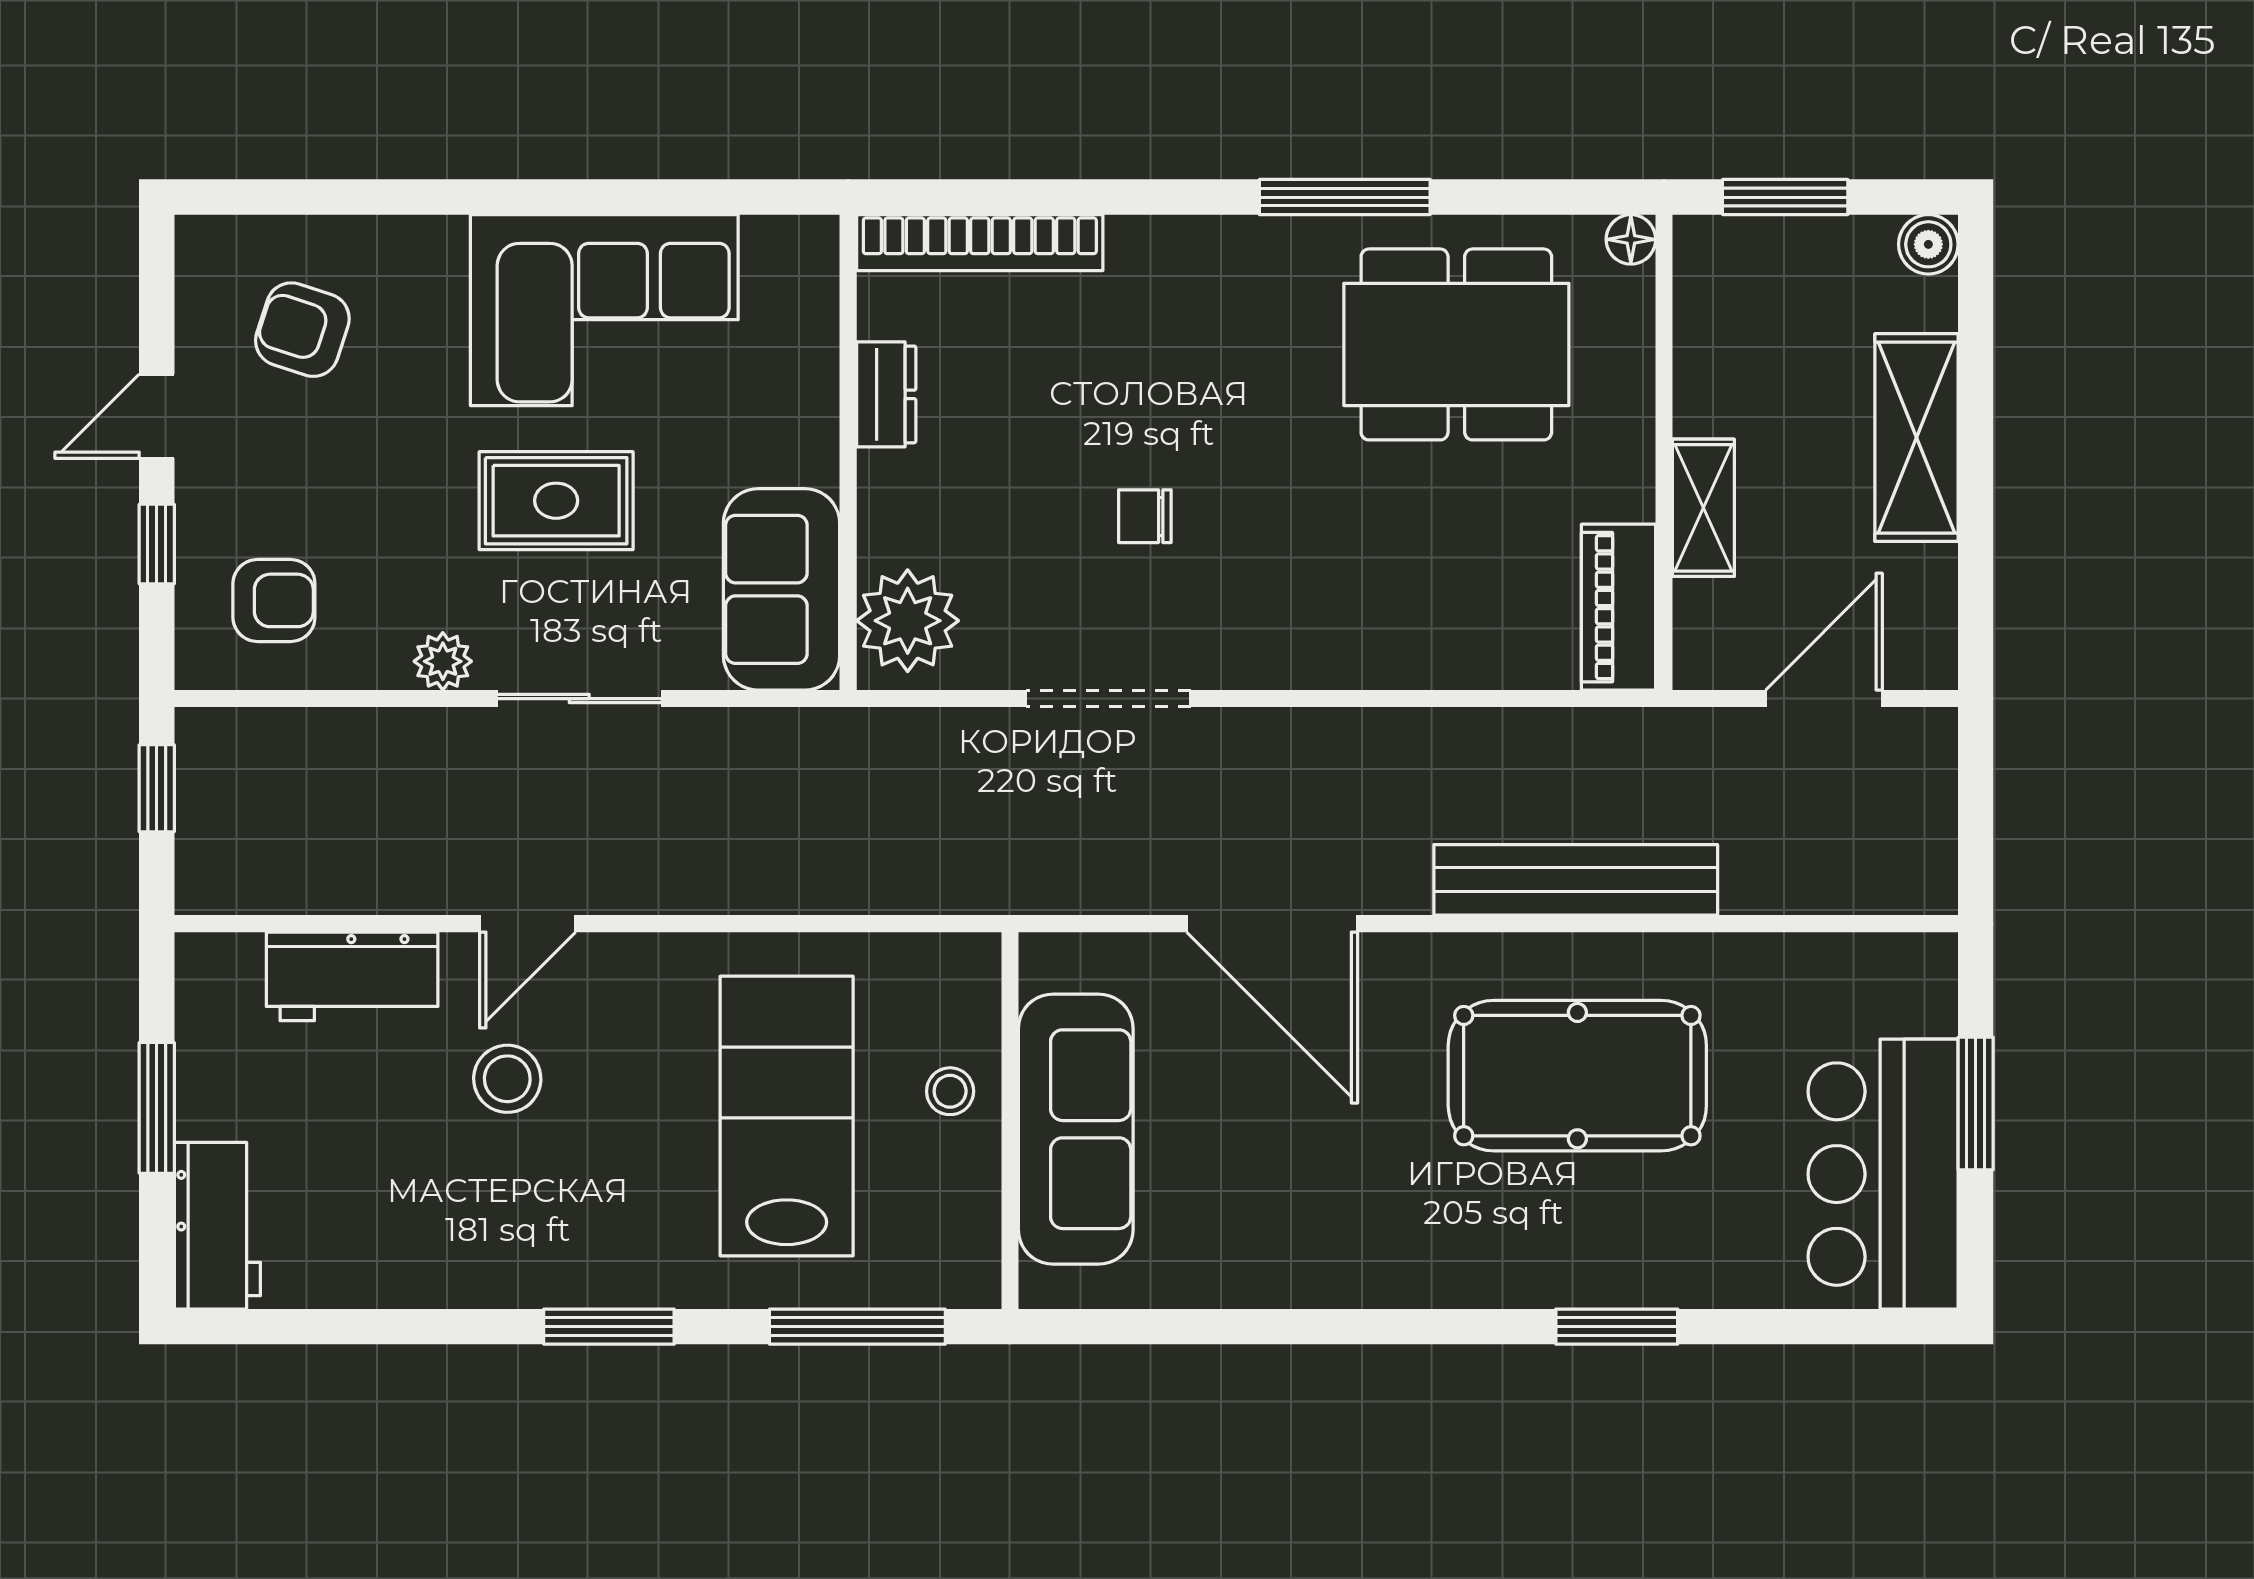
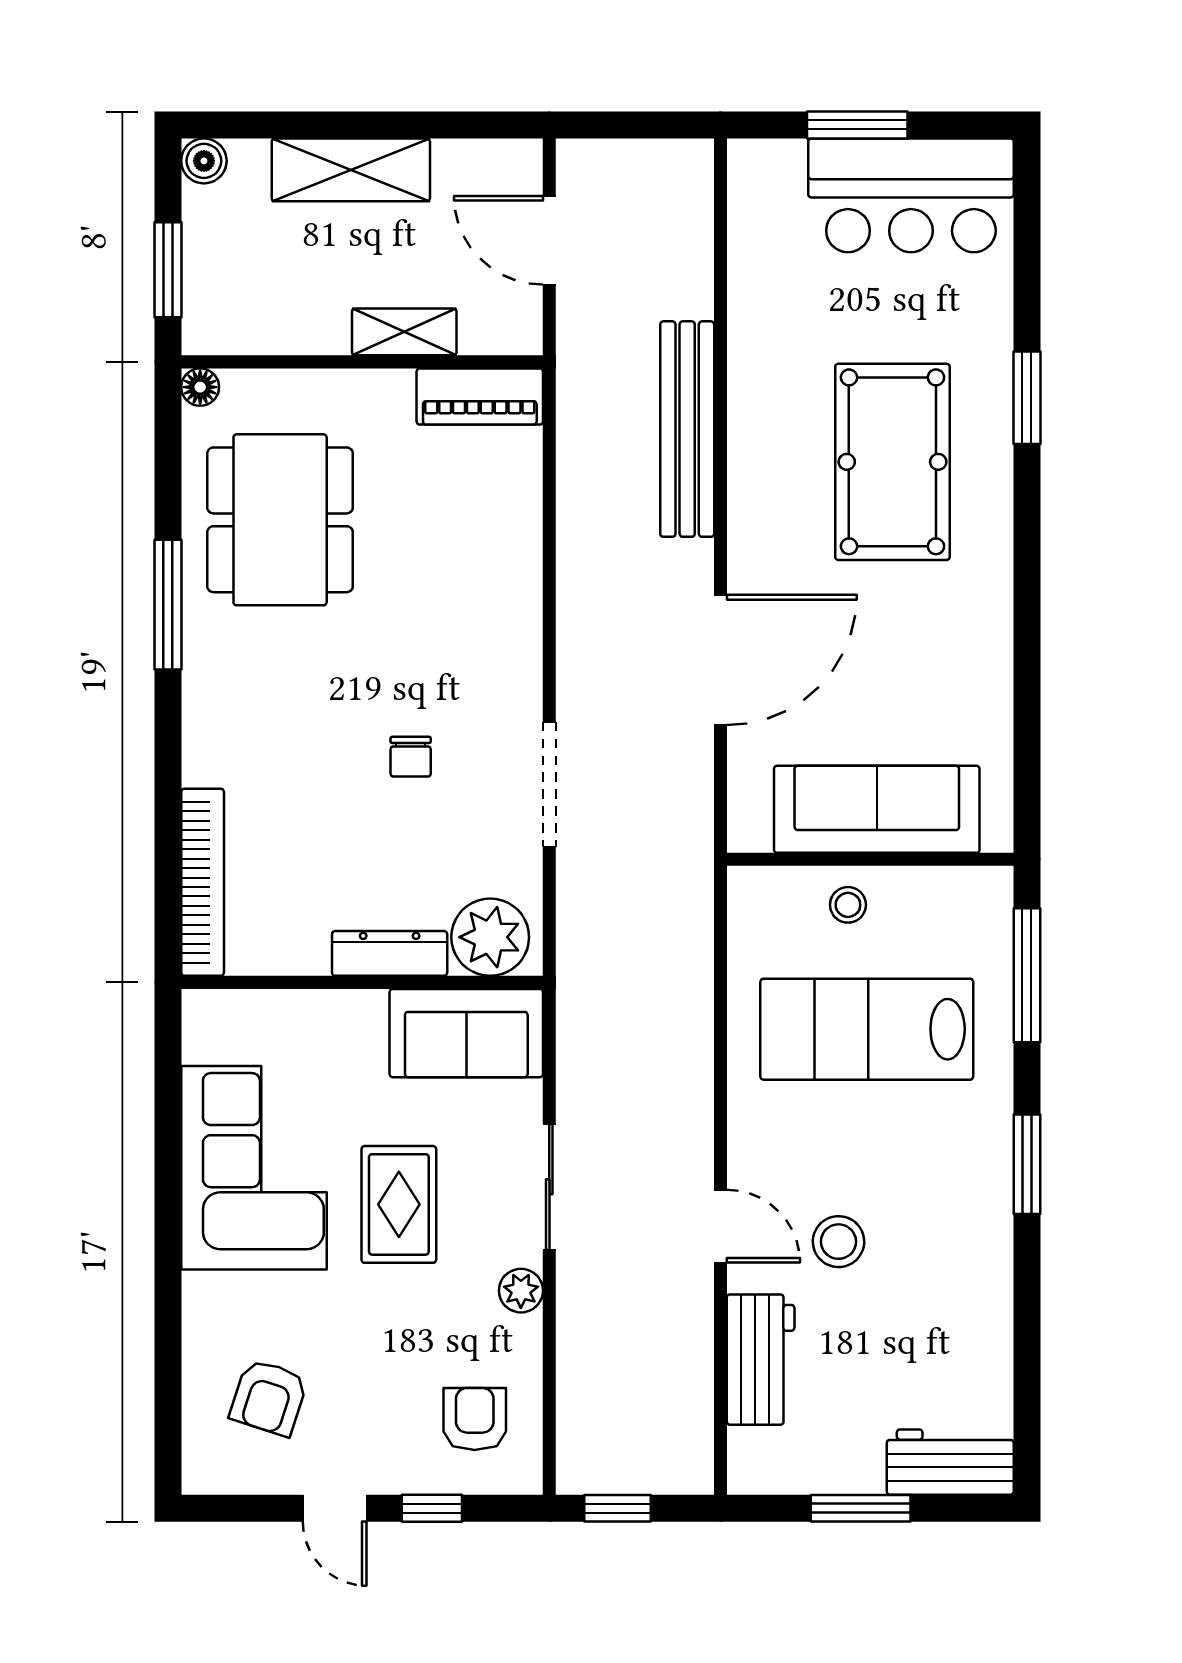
dresser: (886, 394) -> (390, 953), moved, width x1.44
pool table: (1577, 1076) -> (892, 462), moved

